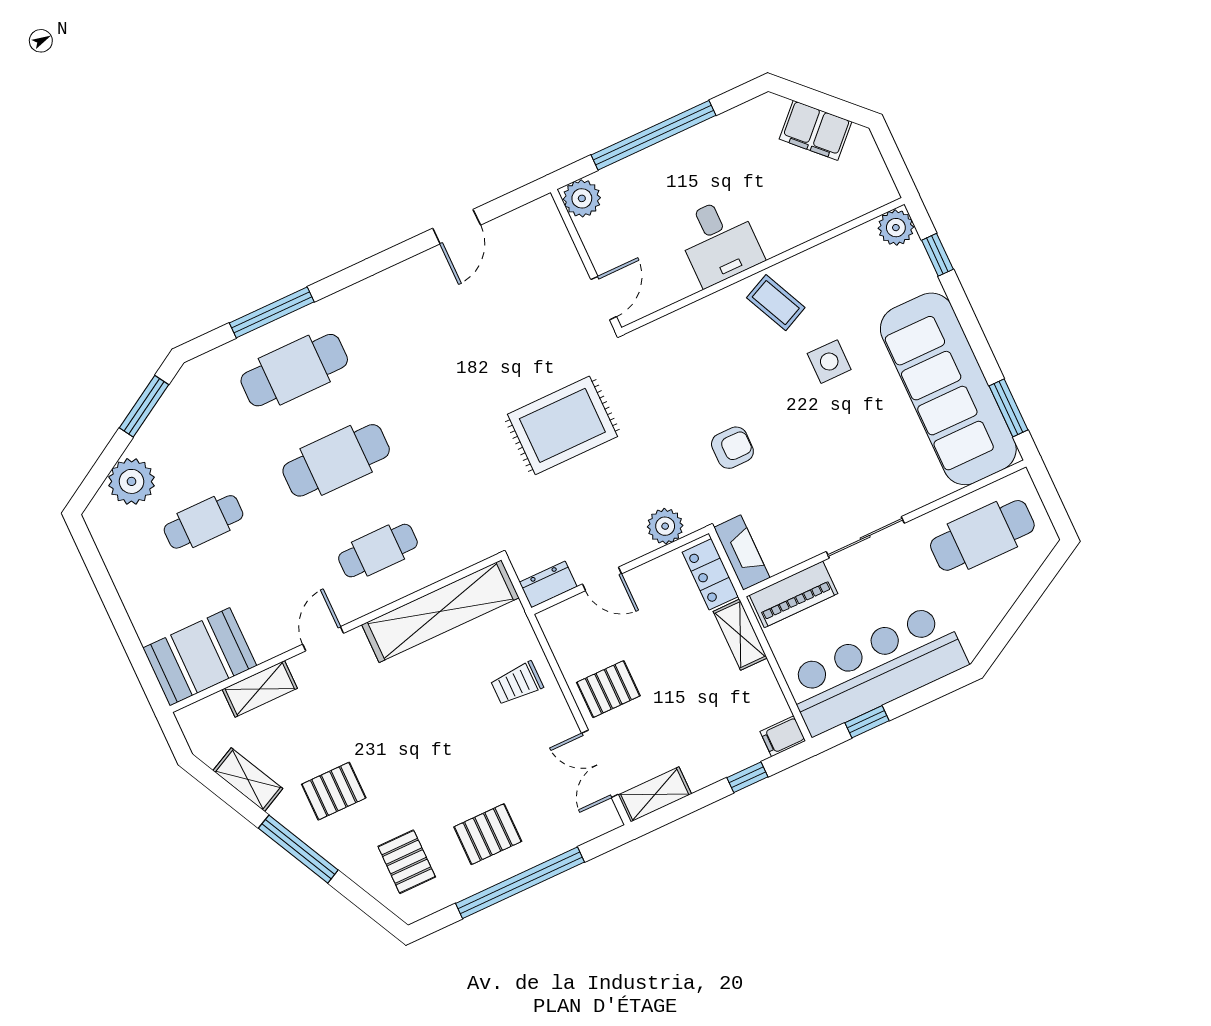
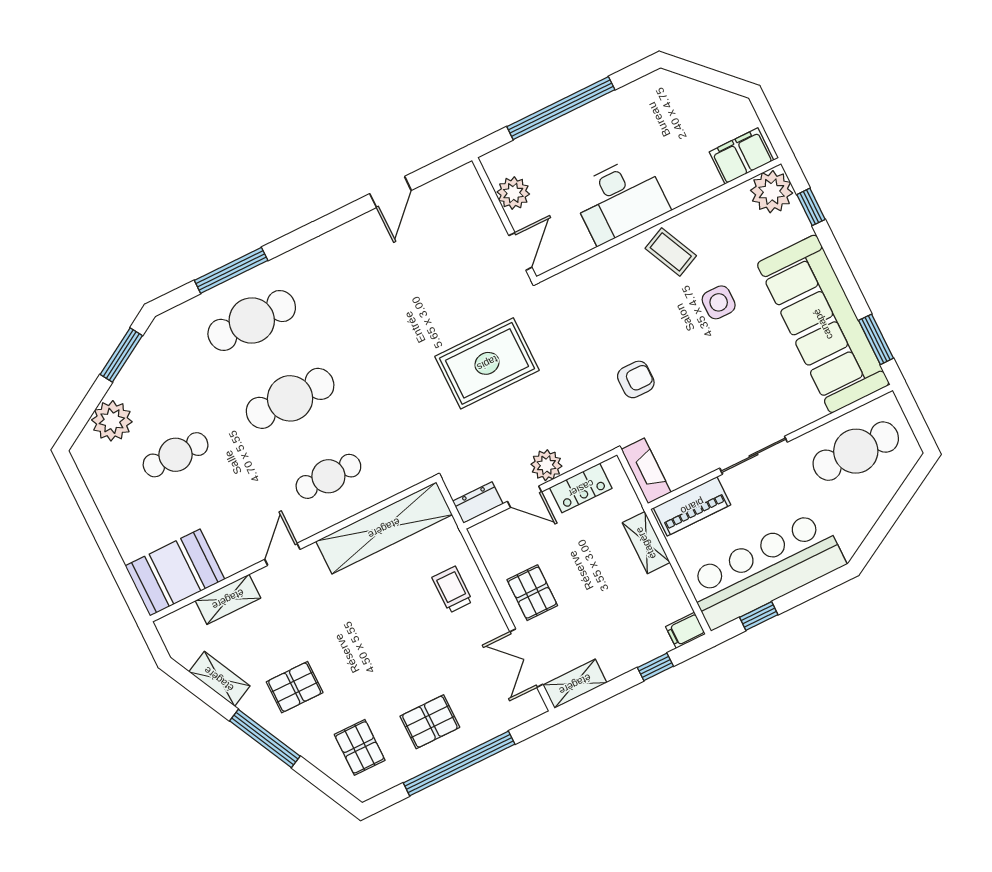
filing cabinet: (816, 130) -> (742, 156), moved, turned 135
plant: (582, 198) -> (513, 193), moved
plant: (896, 228) -> (772, 192), width x1.36, depth x1.36
desk: (719, 241) -> (620, 199), width x1.37
plant: (665, 526) -> (546, 465), moved
locker: (710, 574) -> (581, 488), moved, turned -90
trolley: (517, 683) -> (452, 590), turned 90
pallet: (608, 689) -> (532, 593), turned 90

